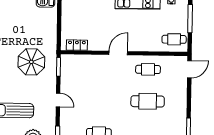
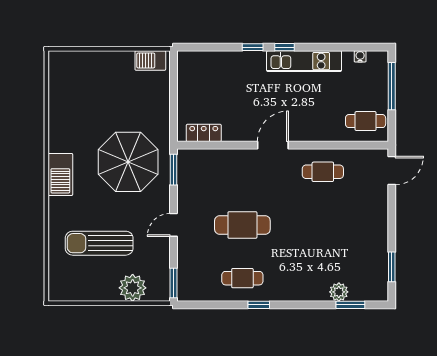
parasol: (31, 62) -> (128, 162), width x1.36, depth x1.36
door: (58, 100) -> (174, 225), swing flipped
cafe table: (148, 101) -> (242, 225), moved

